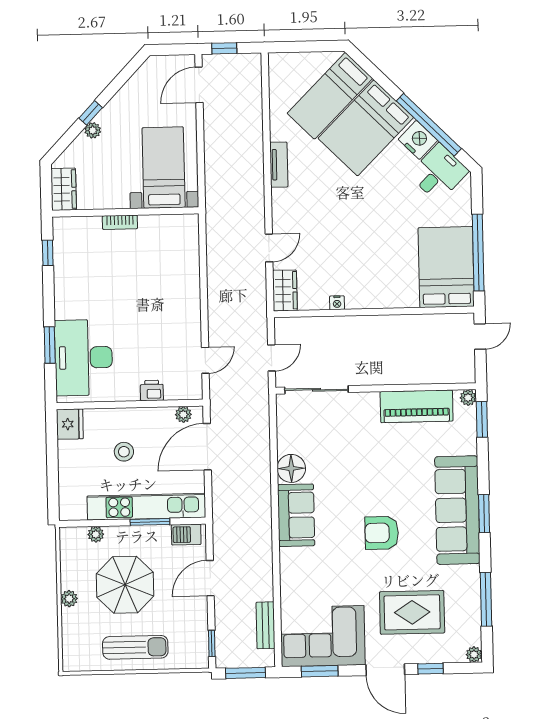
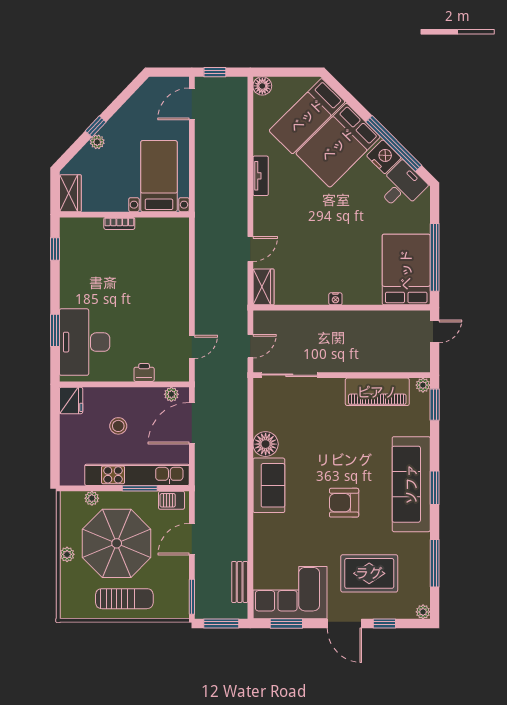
floor lamp: (278, 63) -> (262, 86), added
nightstand: (337, 303) -> (335, 299), moved
parasol: (125, 585) -> (117, 543), width x1.36, depth x1.36
window: (212, 643) -> (192, 597), width x1.50

